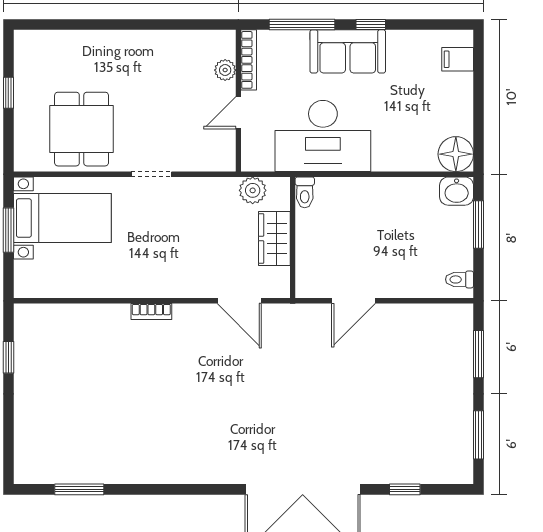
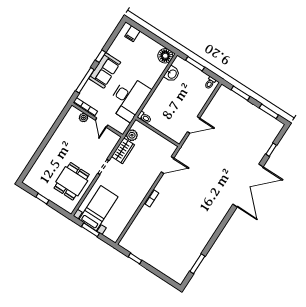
dining table: (82, 129) -> (72, 181), turned 90
washbasin: (457, 191) -> (172, 74), moved
wardrobe: (274, 238) -> (123, 151), moved, turned -90
door: (353, 301) -> (193, 125), hinge flipped

